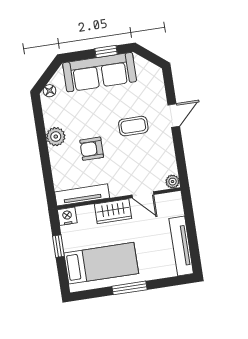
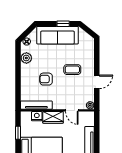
door: (174, 116) -> (97, 82), moved
plant: (56, 137) -> (26, 58), moved
nightstand: (67, 216) -> (37, 116), moved

